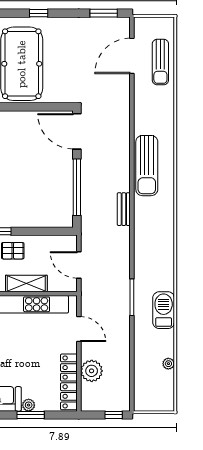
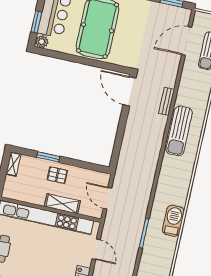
window: (77, 187) -> (120, 136), removed
bench: (124, 209) -> (166, 101), moved
barbecue: (164, 310) -> (173, 221), moved

